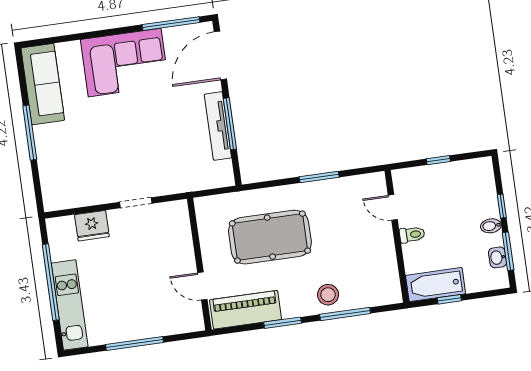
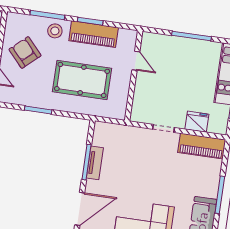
tv unit: (218, 126) -> (95, 163), width x0.71
piano: (75, 193) -> (202, 146), added
armchair: (361, 252) -> (25, 52), added
piano: (246, 310) -> (94, 34), moved

